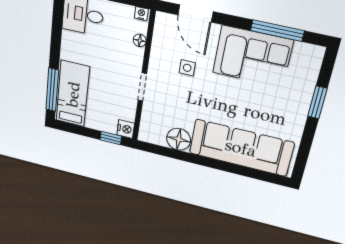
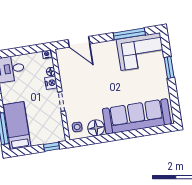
corner sofa: (252, 57) -> (141, 52), moved
side table: (187, 68) -> (77, 127), moved
nightstand: (126, 129) -> (51, 83), moved

